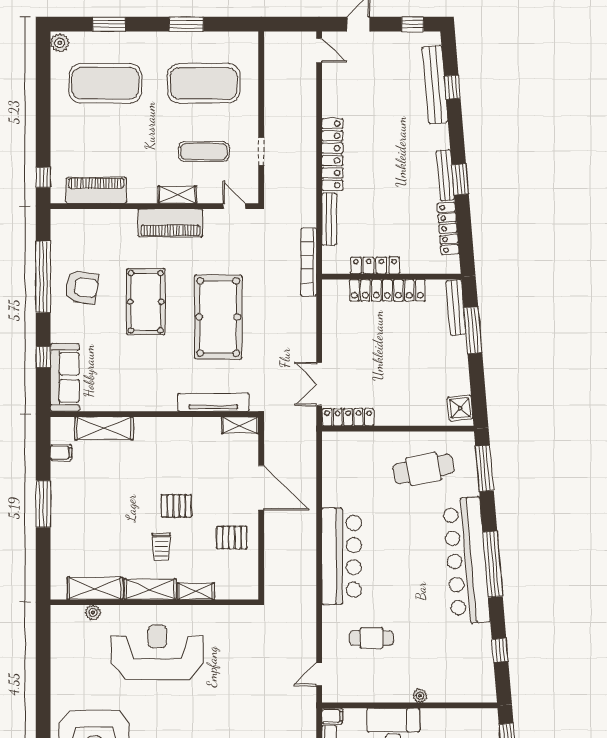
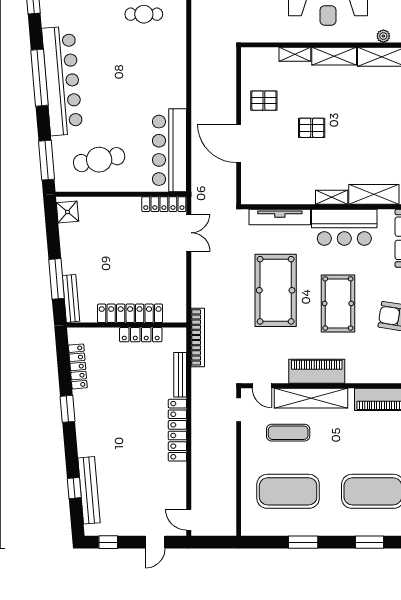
doorway: (261, 151) -> (239, 410), moved
bench: (445, 175) -> (80, 412), removed
shelving: (177, 195) -> (311, 398), width x2.20, depth x1.33
bar counter: (138, 390) -> (344, 227), added
shelving: (240, 425) -> (332, 197), moved
trolley: (161, 547) -> (325, 93), removed
bar counter: (342, 556) -> (169, 150), moved

